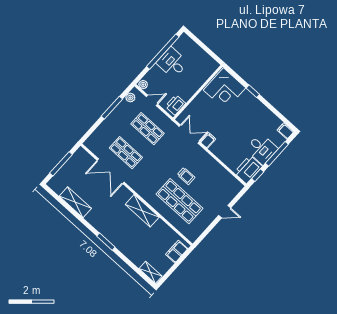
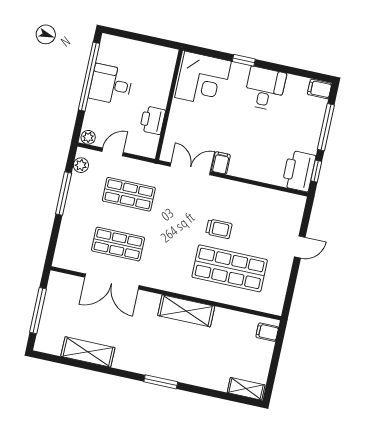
printer: (175, 105) -> (153, 120), moved
desk: (262, 149) -> (265, 89), moved, turned -90
filing cabinet: (177, 252) -> (267, 332), width x0.50

